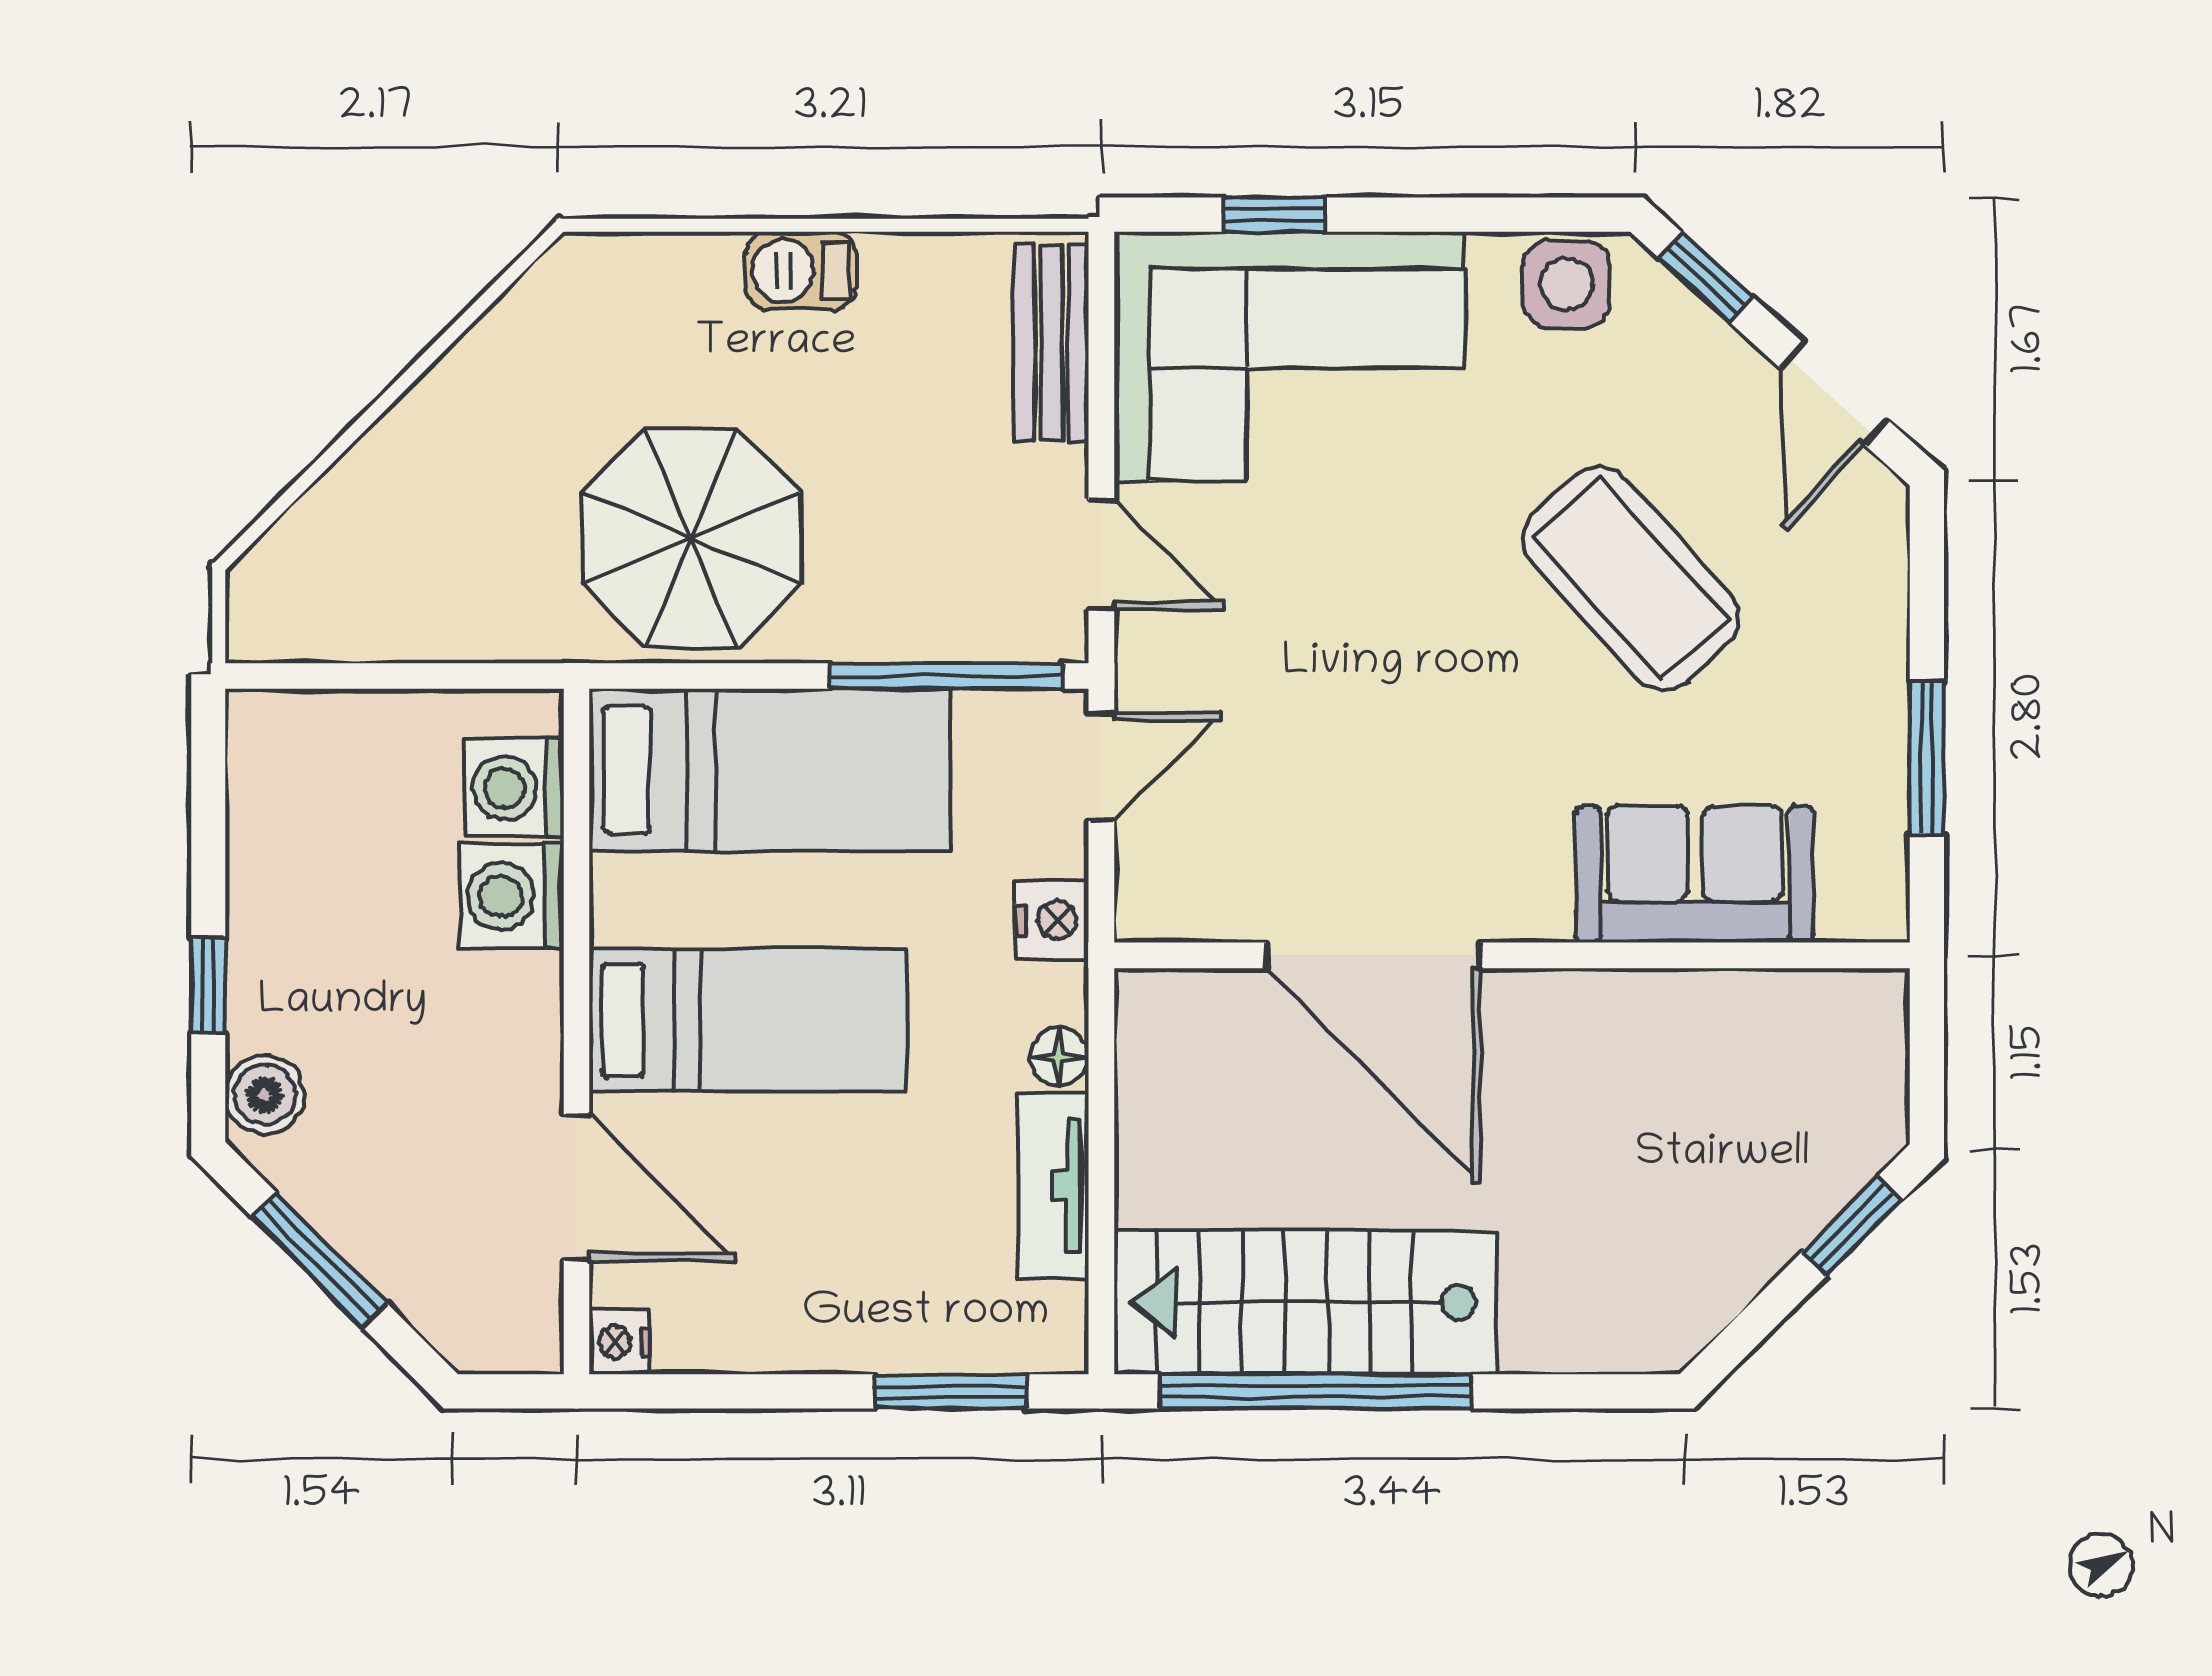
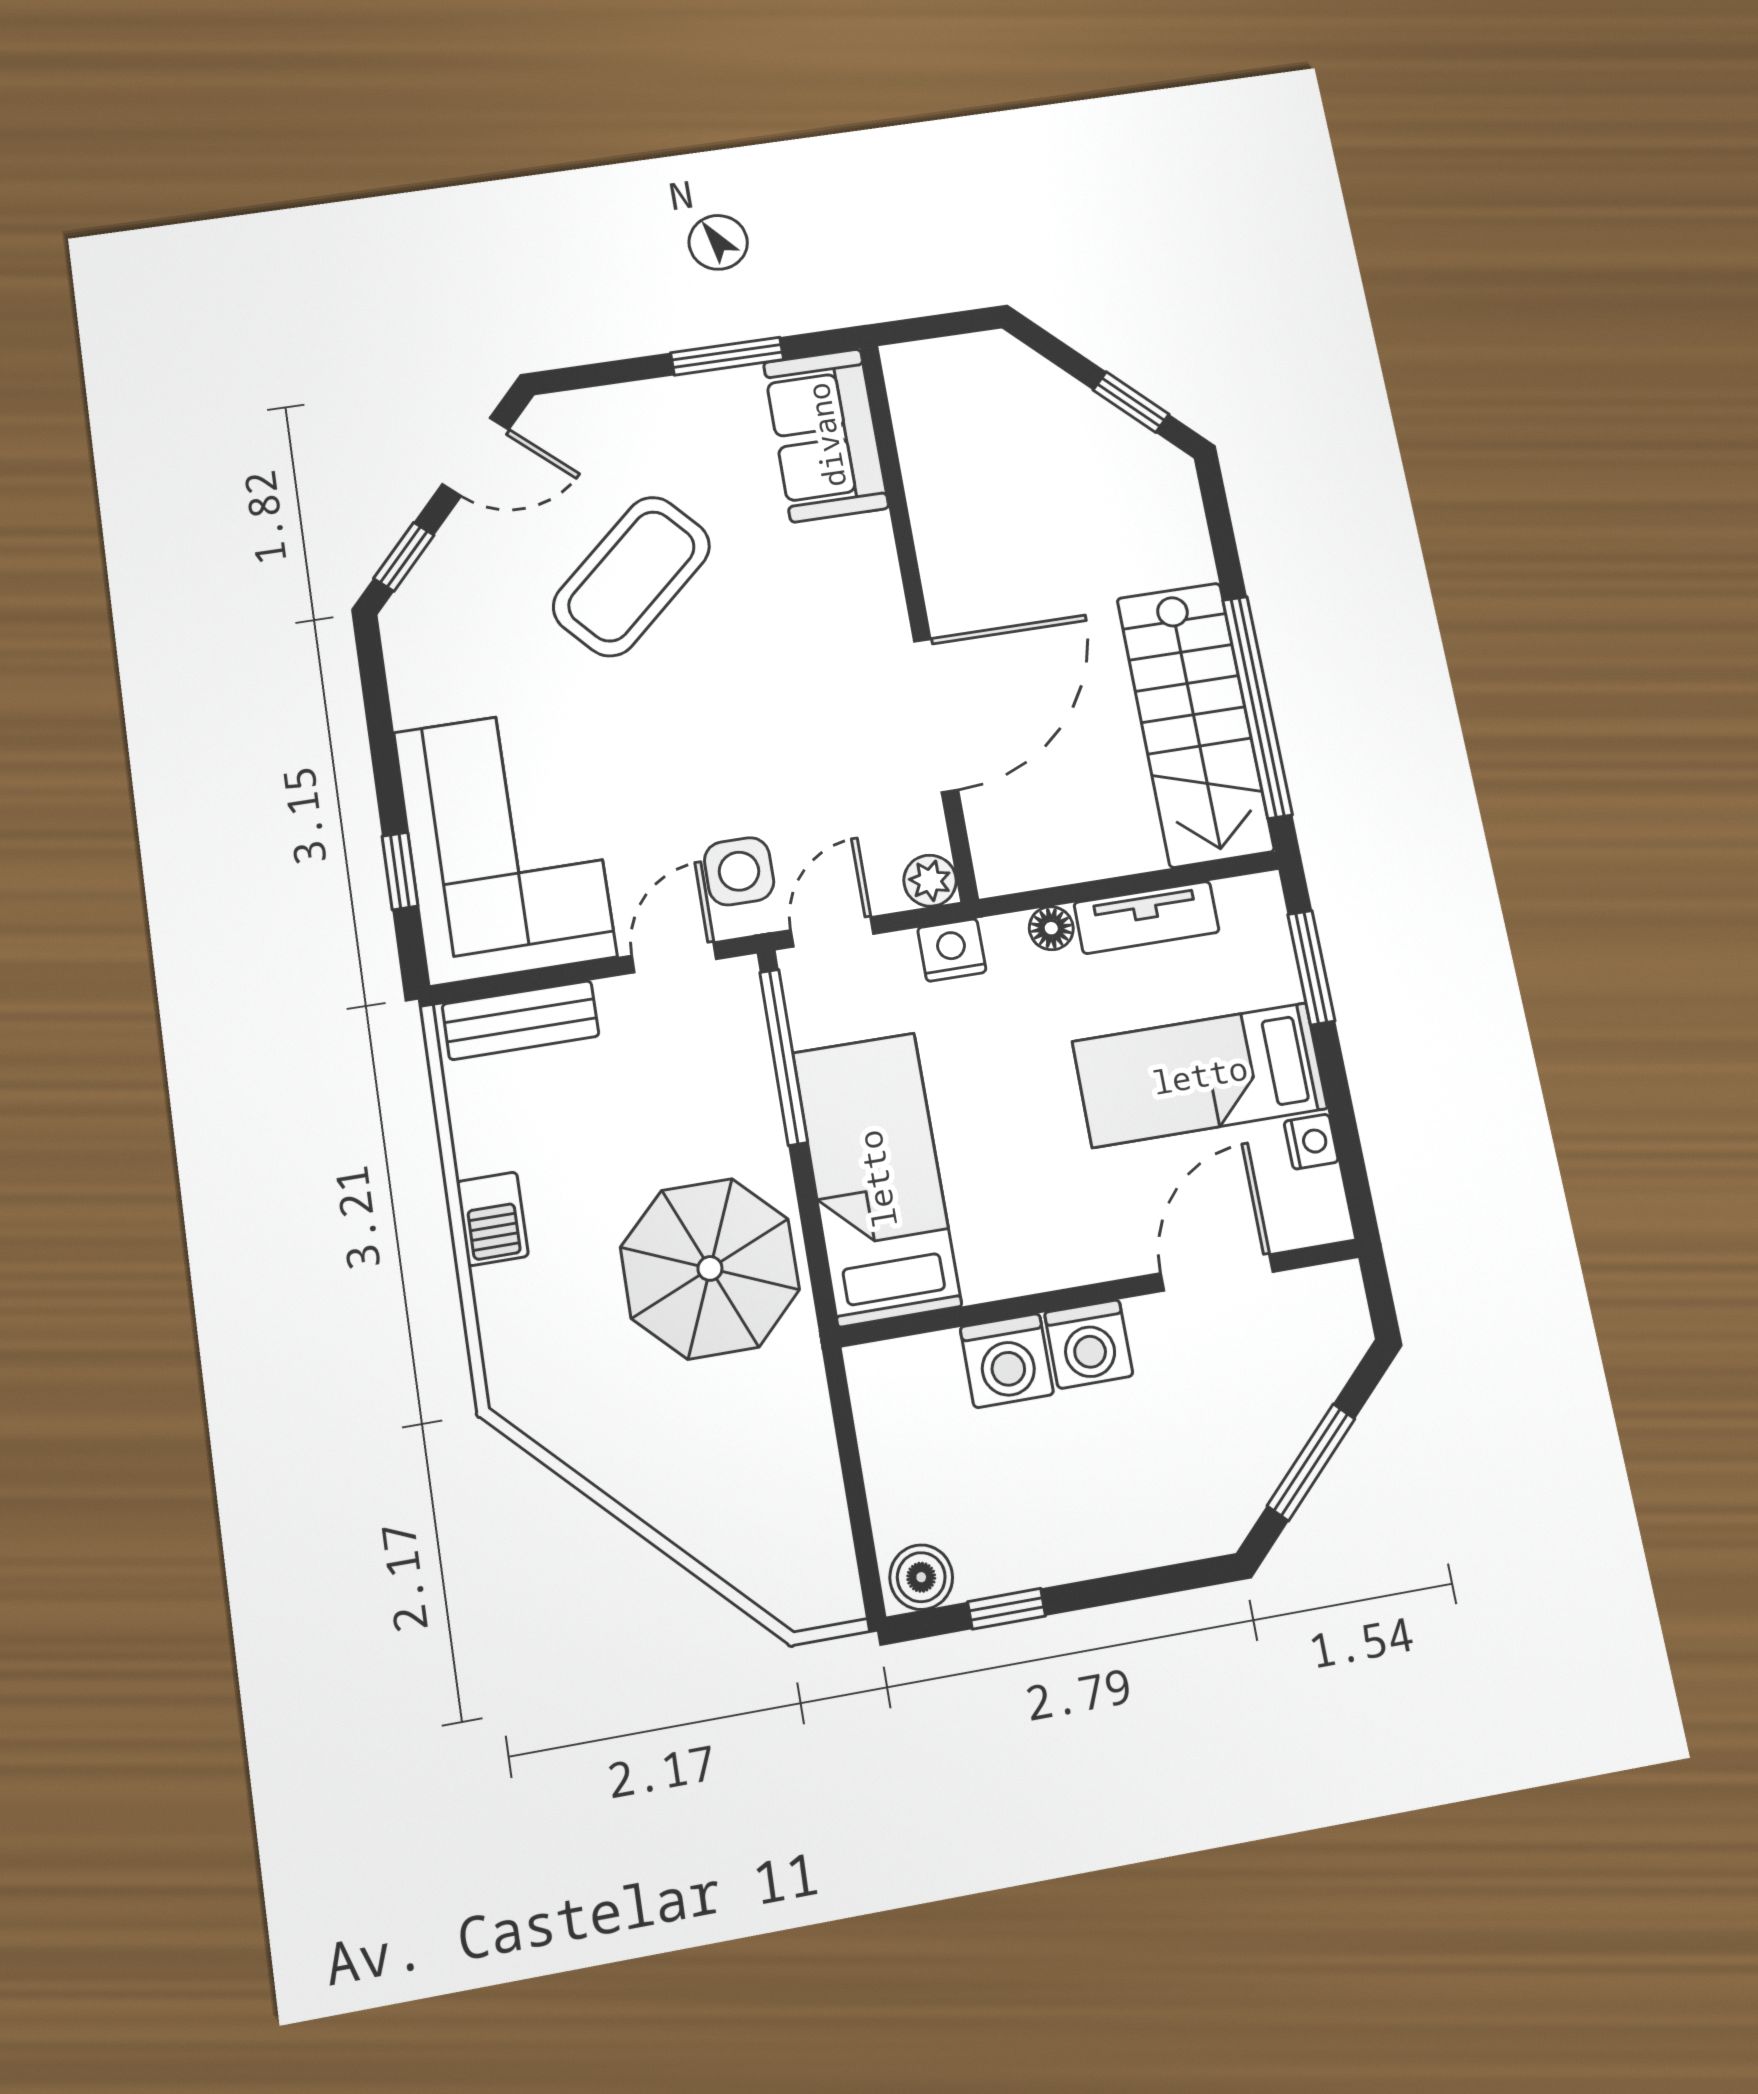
side table: (1567, 284) -> (739, 871), moved
door: (1101, 767) -> (832, 932), hinge flipped
washing machine: (514, 788) -> (1089, 1344), moved
sofa: (1695, 874) -> (826, 435), moved
plant: (1149, 908) -> (930, 881), added
window: (208, 985) -> (1007, 1609), moved
bed: (748, 1020) -> (1200, 1075), moved, turned -90
boiler: (265, 1095) -> (921, 1577), moved
window: (1852, 1226) -> (1131, 402), moved
nightstand: (620, 1342) -> (1311, 1142), moved, turned -90

